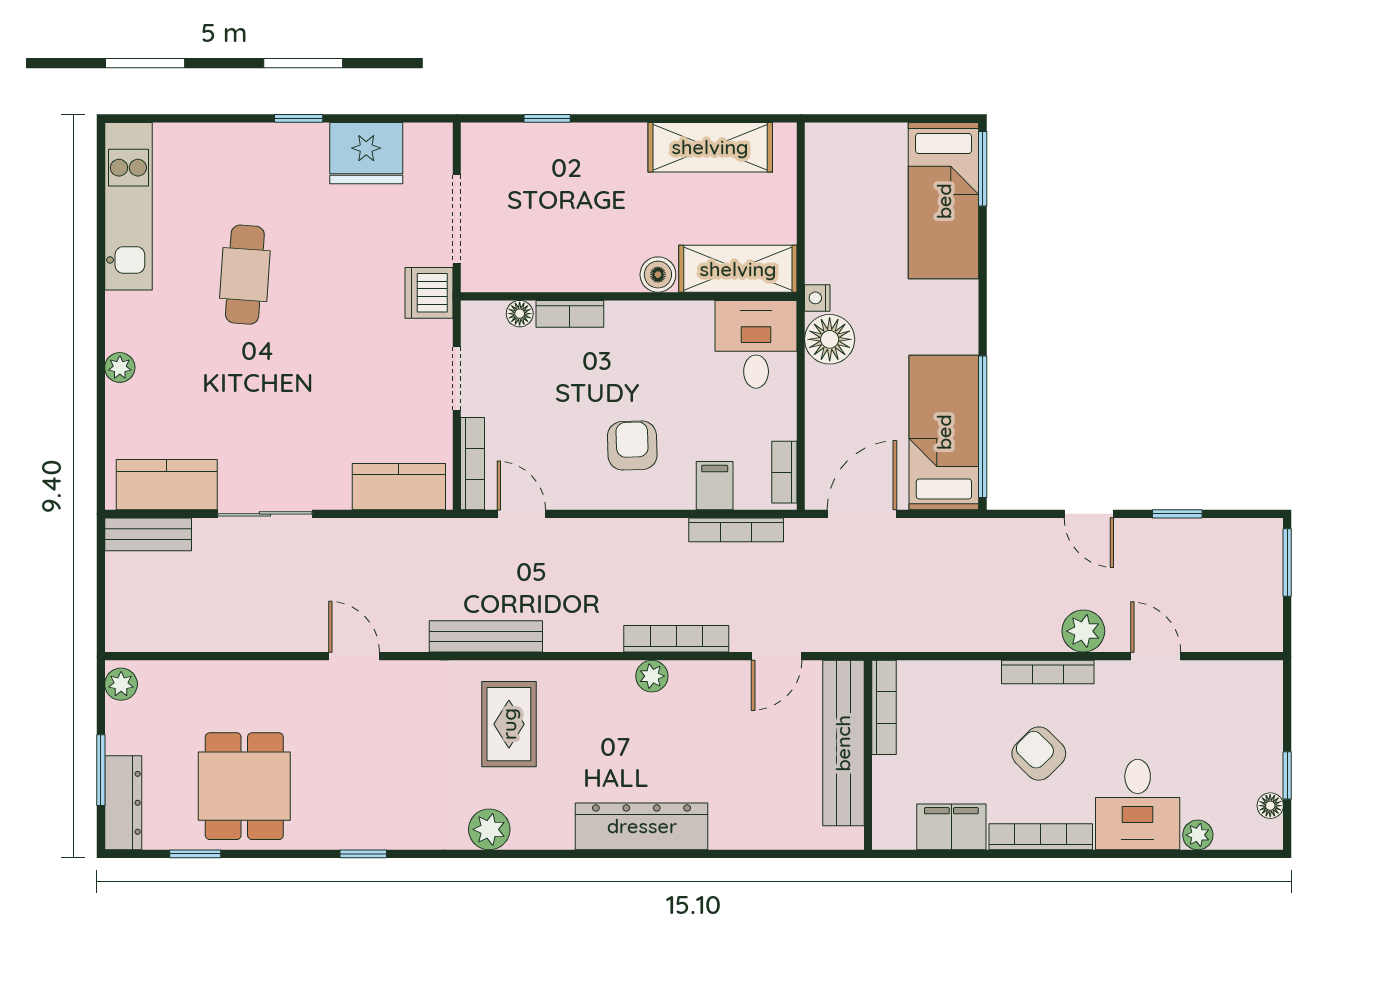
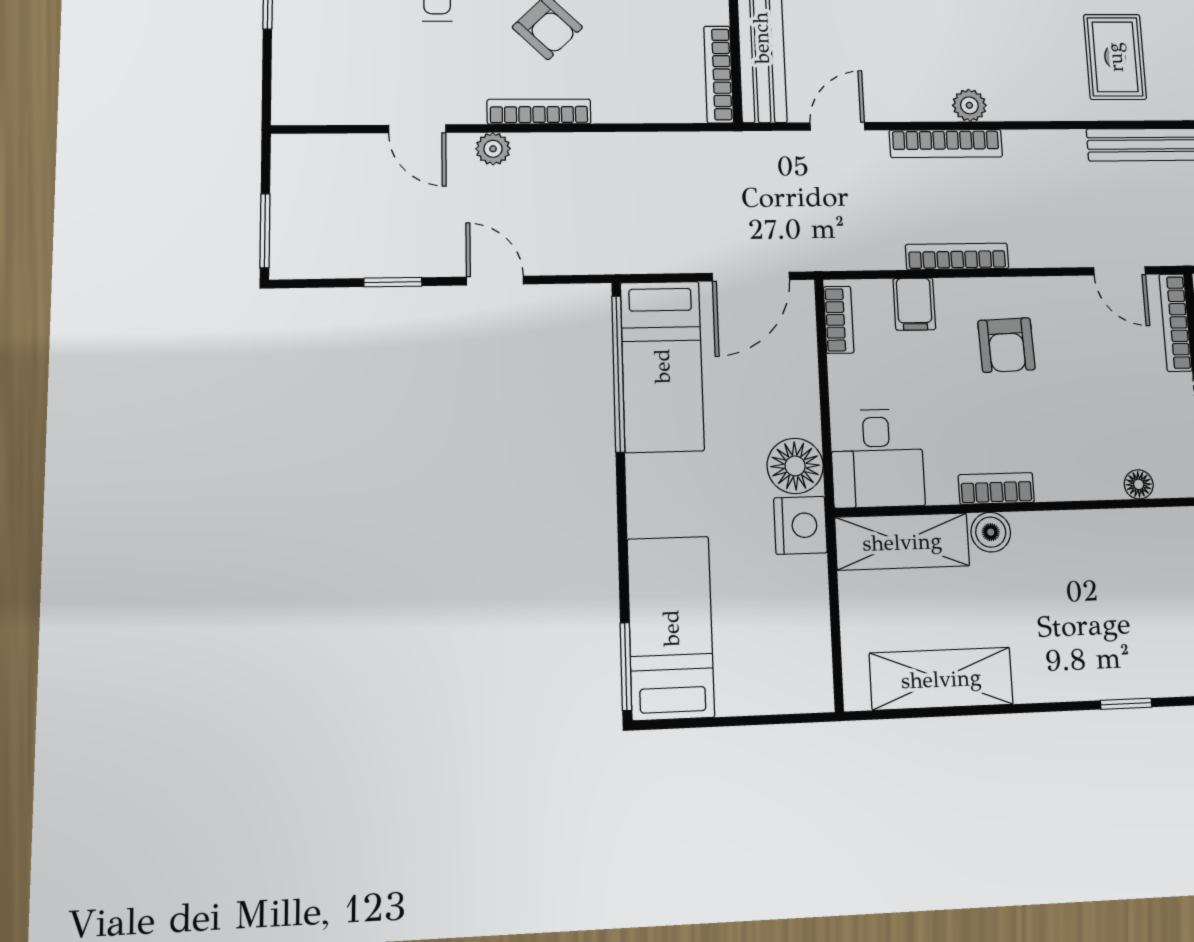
nightstand: (817, 298) -> (800, 525), width x1.89, depth x1.79
bookcase: (570, 314) -> (996, 488), moved
bookcase: (736, 530) -> (957, 256), moved
plant: (1083, 631) -> (493, 149), width x0.73, depth x0.73

